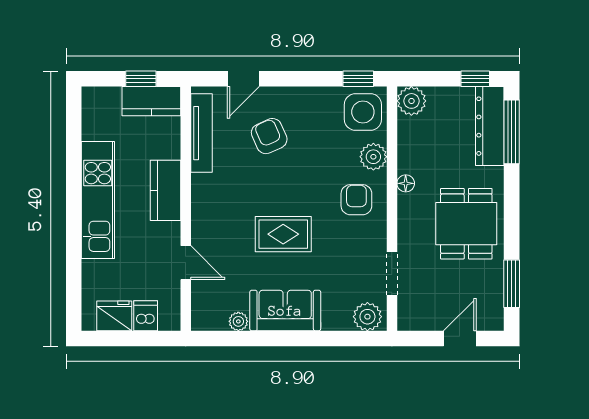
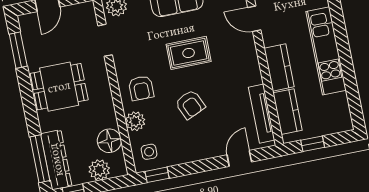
kitchen counter: (151, 101) -> (288, 112), moved, turned 90
plant: (411, 101) -> (99, 170), moved
side table: (363, 112) -> (149, 152), width x0.54, depth x0.54
armchair: (269, 136) -> (190, 104), moved
floor lamp: (406, 183) -> (109, 141), moved, width x1.89, depth x1.89
dining table: (466, 224) -> (59, 87), turned 90

